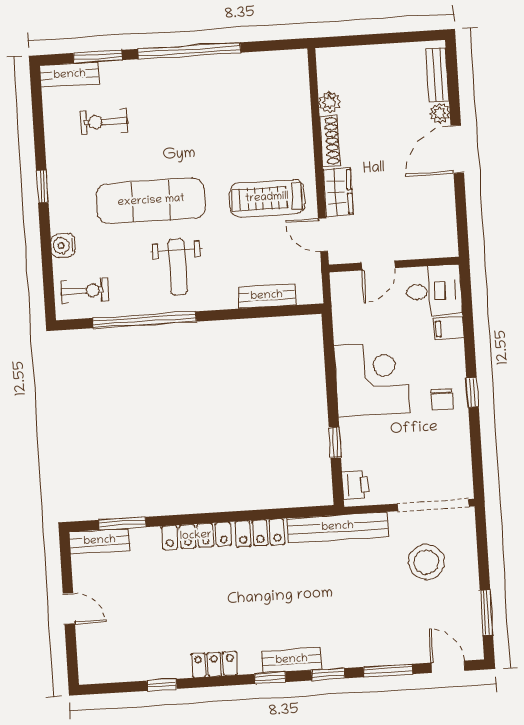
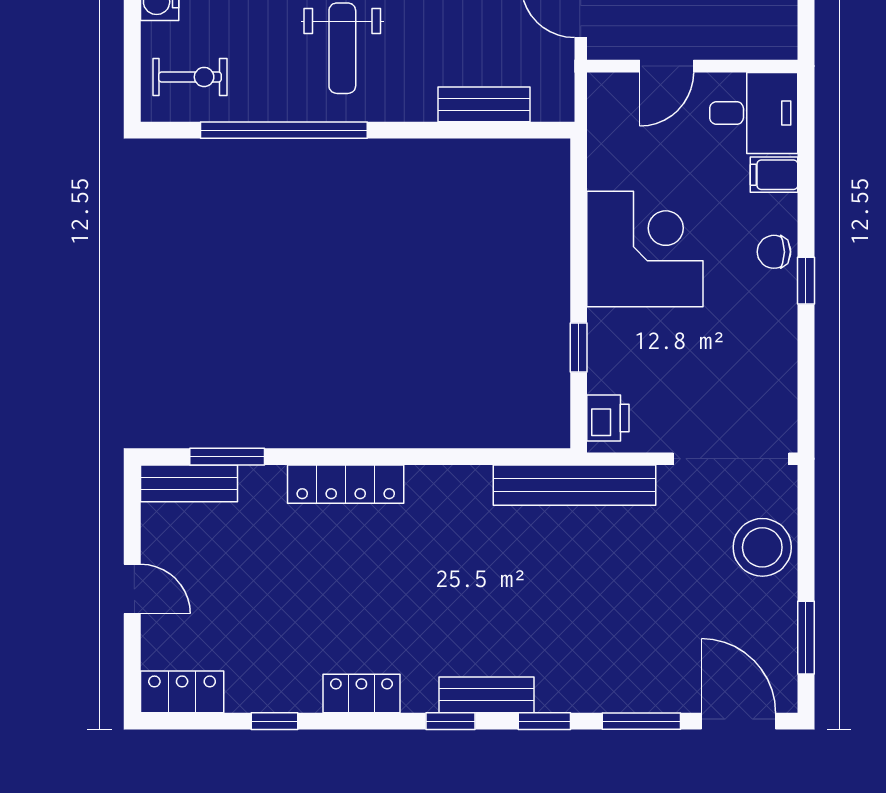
chair: (442, 399) -> (774, 252), moved, turned 90
locker: (260, 533) -> (182, 692), moved, turned 180
stool: (426, 562) -> (762, 547), moved
door: (448, 667) -> (739, 721), width x1.38

